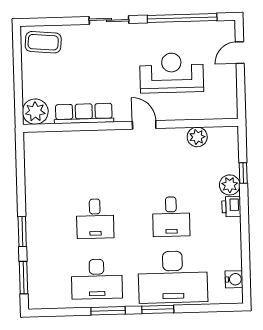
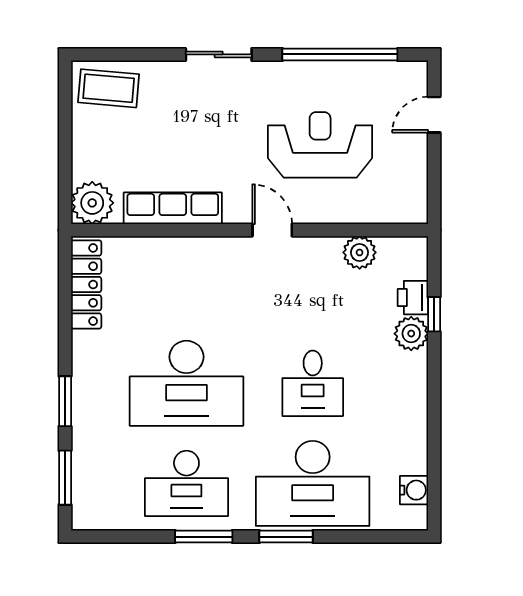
locker: (33, 161) -> (86, 285), added
printer: (231, 207) -> (413, 298), moved
desk: (95, 219) -> (186, 383), width x1.87, depth x1.30

